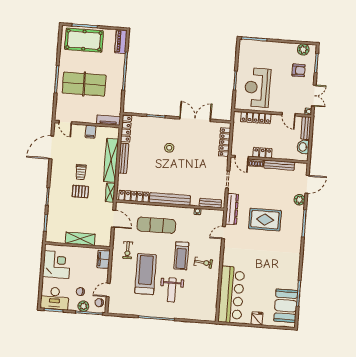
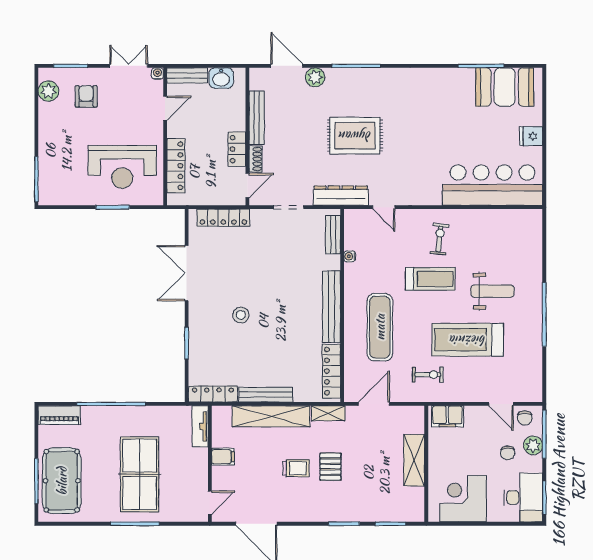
rug: (265, 220) -> (355, 136), turned 90

